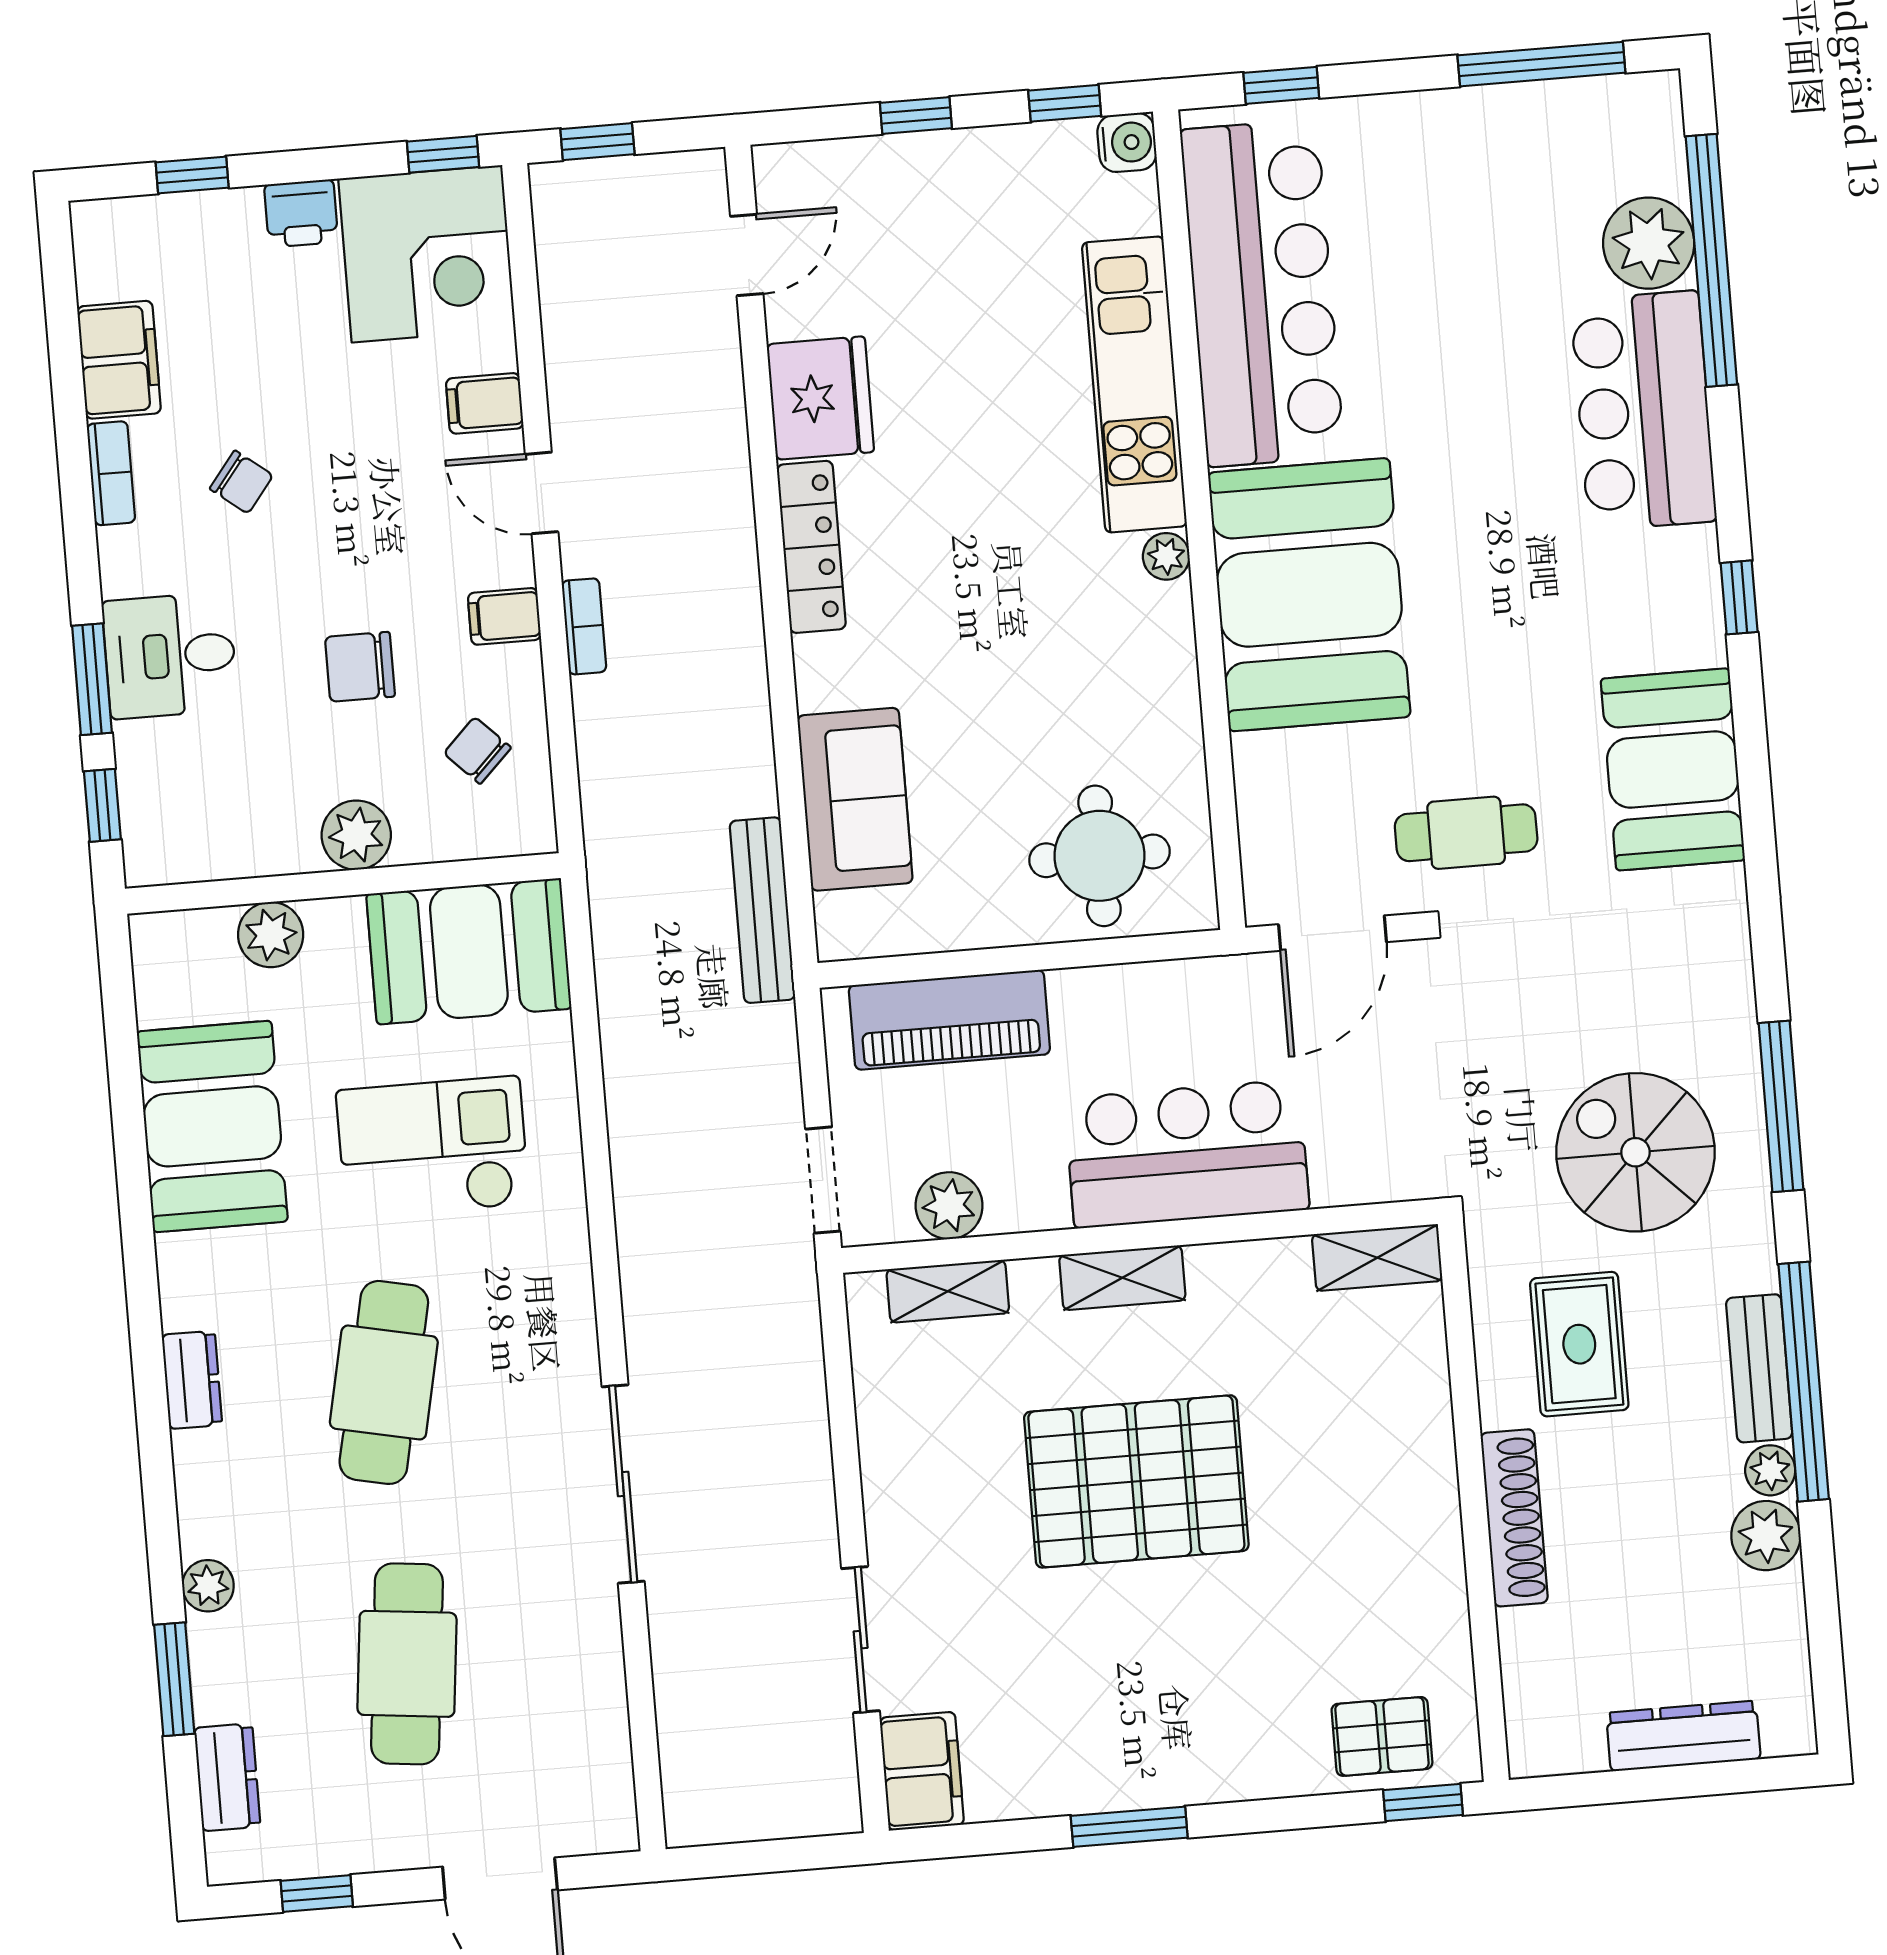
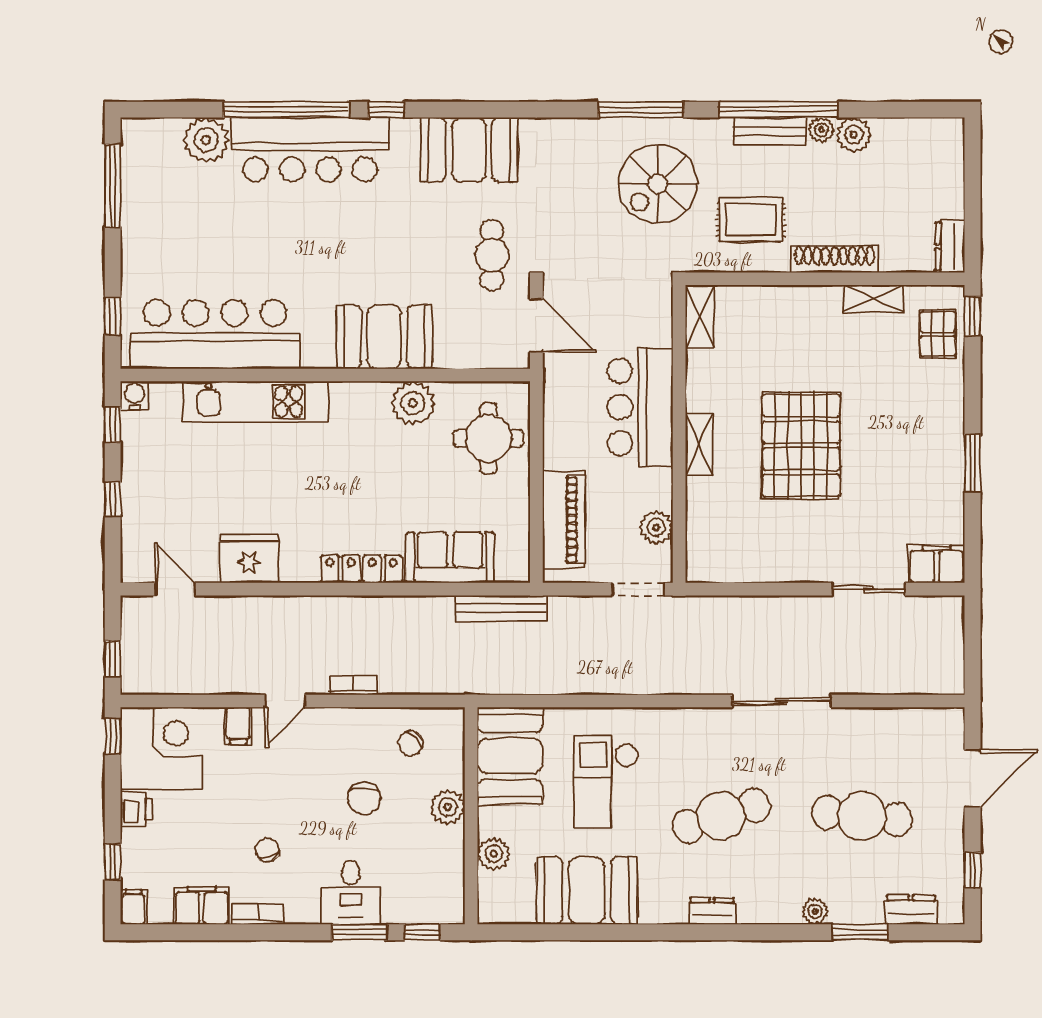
window: (1711, 260) -> (286, 110), moved
bar counter: (1644, 411) -> (310, 150), width x1.36
chair: (241, 482) -> (267, 850), turned -59
locker: (811, 547) -> (362, 569), moved
plant: (1166, 556) -> (413, 403), moved, width x1.88, depth x1.88
booth: (1309, 595) -> (384, 337), width x0.73, depth x0.70
filing cabinet: (504, 616) -> (133, 907), moved, turned 180
shelving: (948, 1291) -> (873, 298), moved, turned 90
cafe table: (384, 1382) -> (721, 816), turned -30
dresser: (1683, 1736) -> (950, 246), moved, width x0.70

